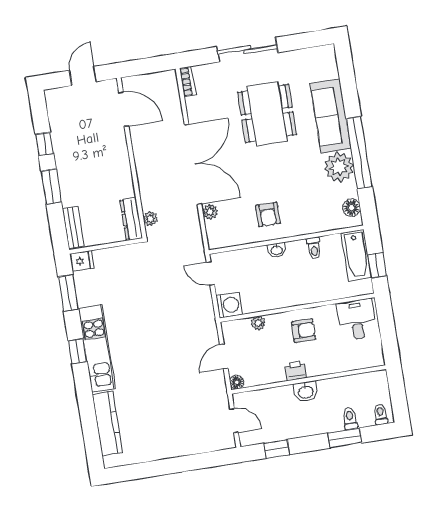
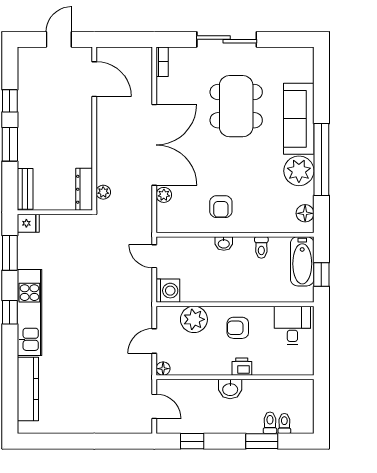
plant: (258, 323) -> (194, 319), width x1.88, depth x1.88
armchair: (304, 331) -> (238, 328), turned 180
printer: (296, 371) -> (242, 367), moved
toilet: (381, 414) -> (284, 423), moved

